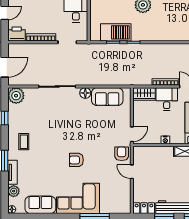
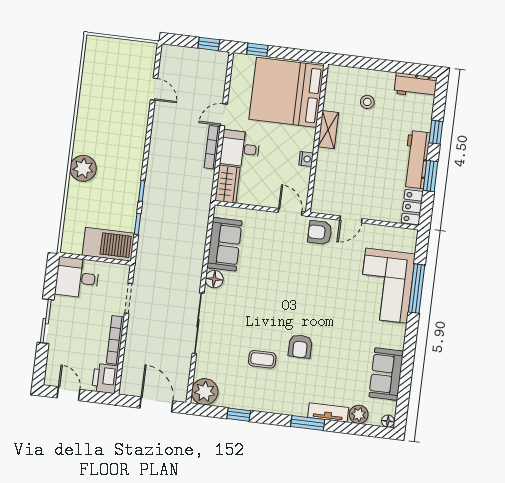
barbecue: (116, 32) -> (108, 244), moved, turned 90
coffee table: (24, 142) -> (262, 359), moved
armchair: (76, 160) -> (300, 346), moved
corner sofa: (78, 198) -> (386, 286), moved

